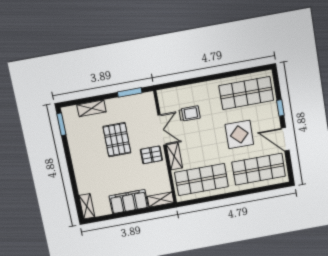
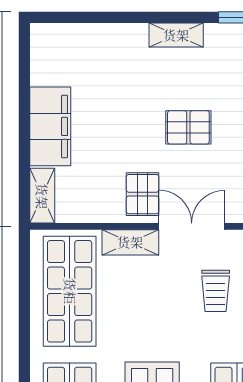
double door: (162, 130) -> (192, 226), swing flipped
pallet: (117, 140) -> (188, 127), width x0.67, depth x0.71
shelving: (87, 206) -> (176, 35), moved

